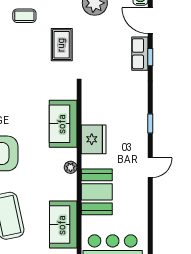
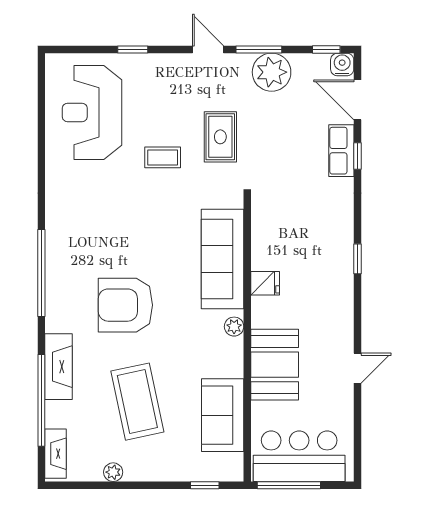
coffee table: (24, 16) -> (163, 157), moved
sofa: (63, 124) -> (223, 259), width x1.36
fridge: (94, 139) -> (265, 283), width x0.53, depth x0.75
door: (150, 168) -> (357, 368), moved

